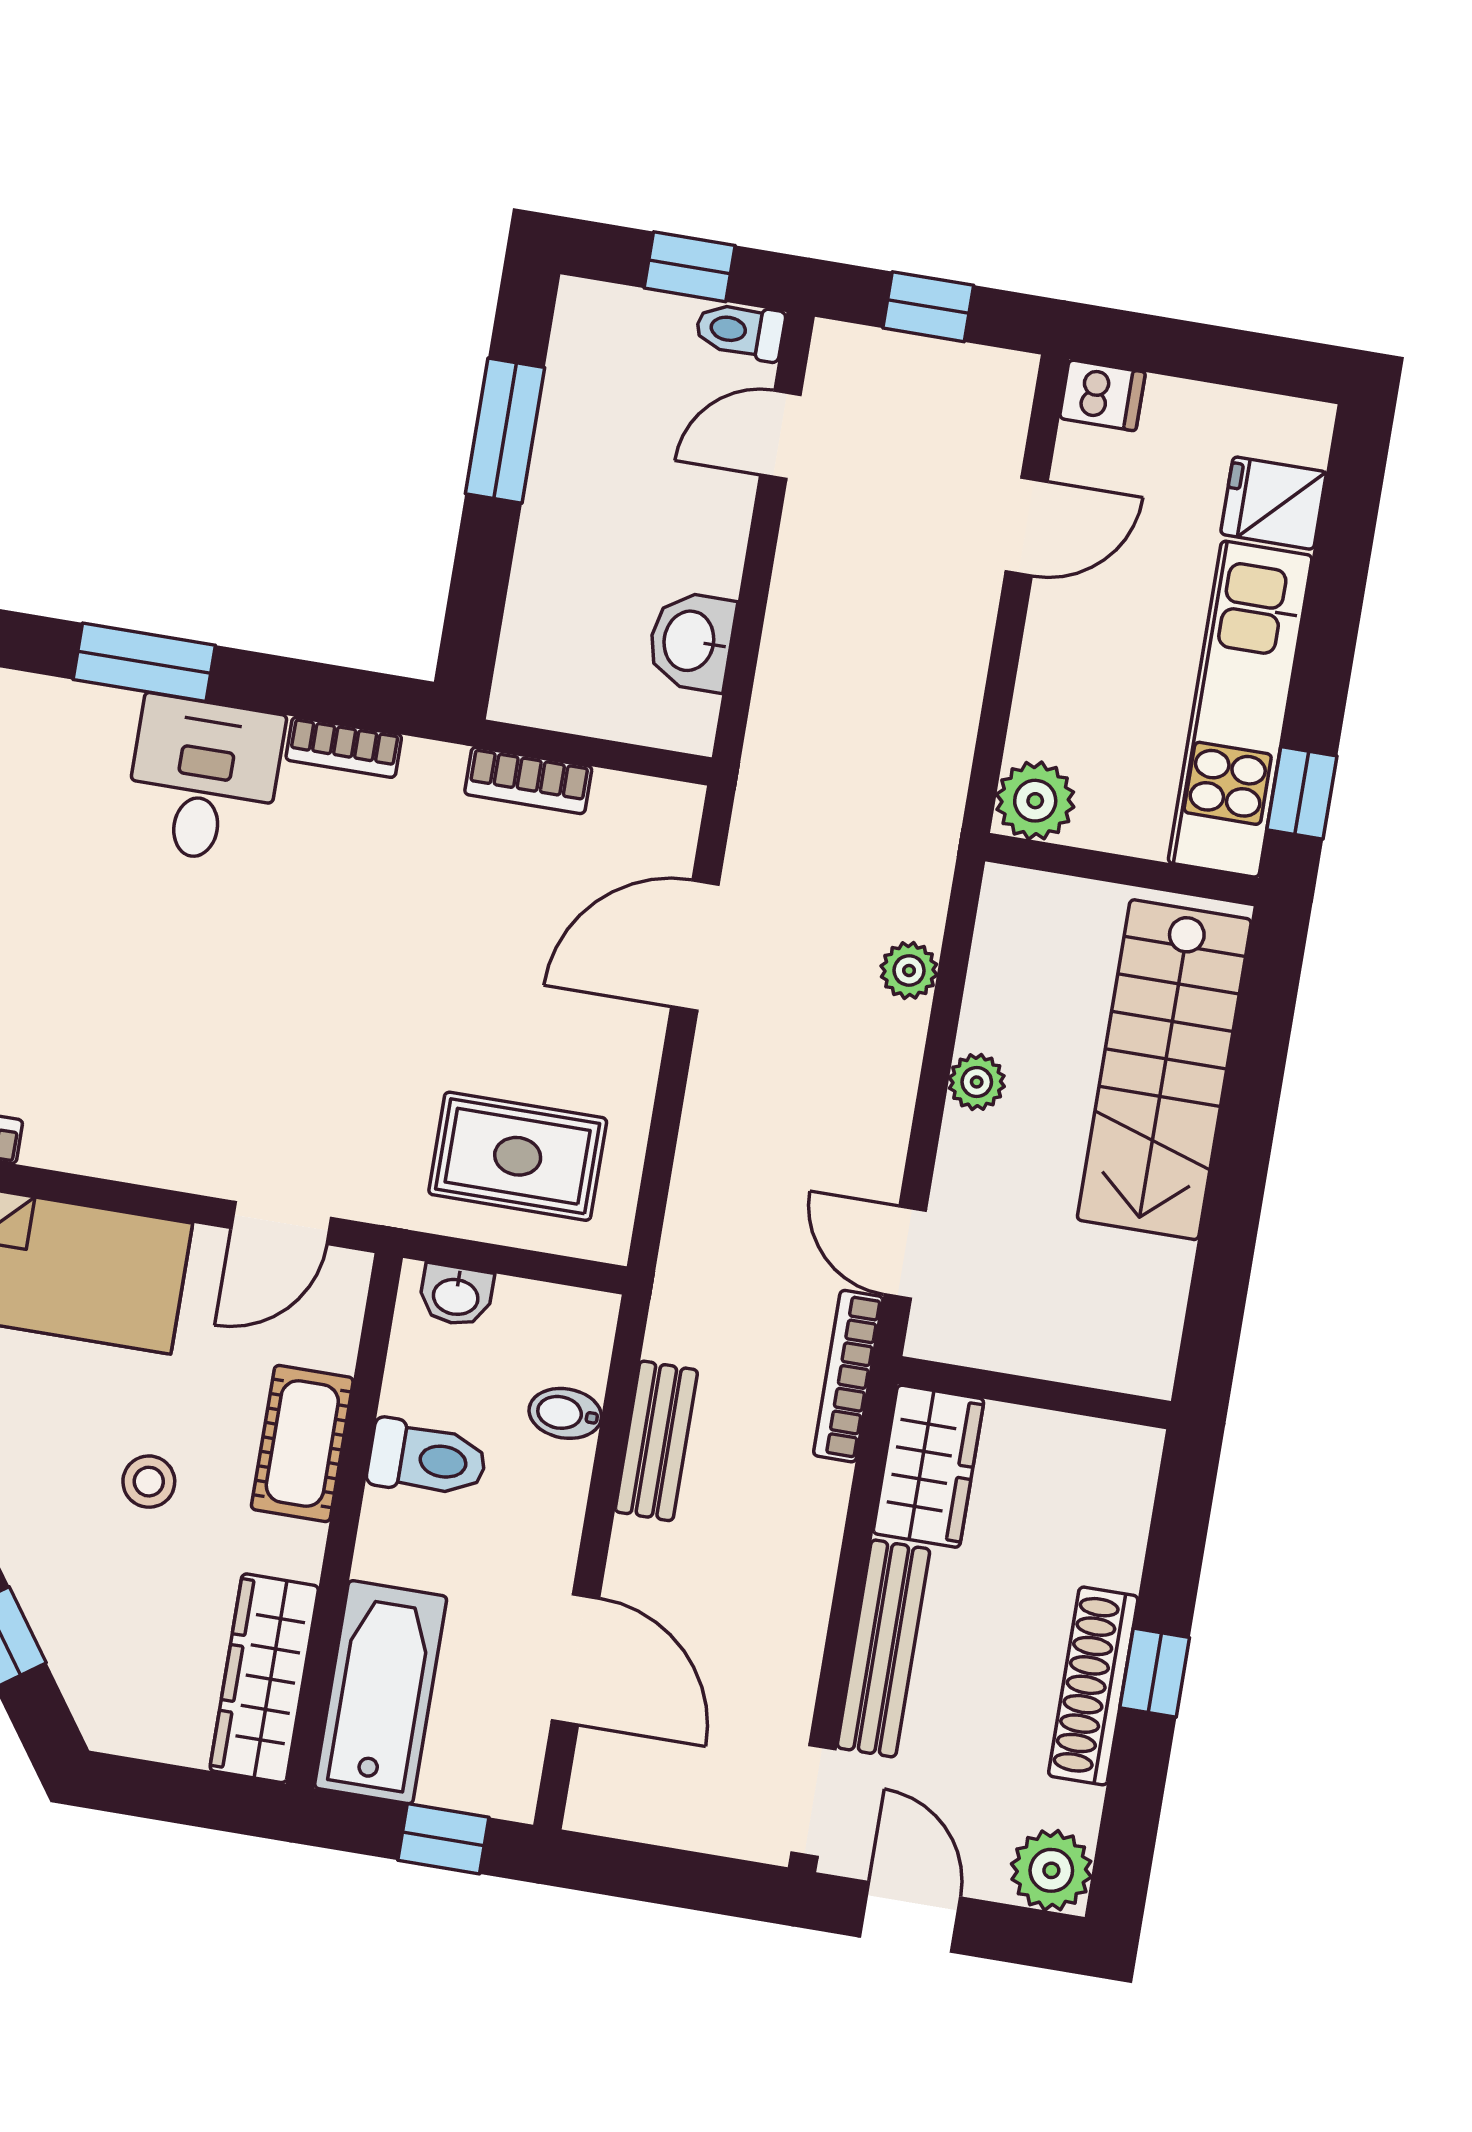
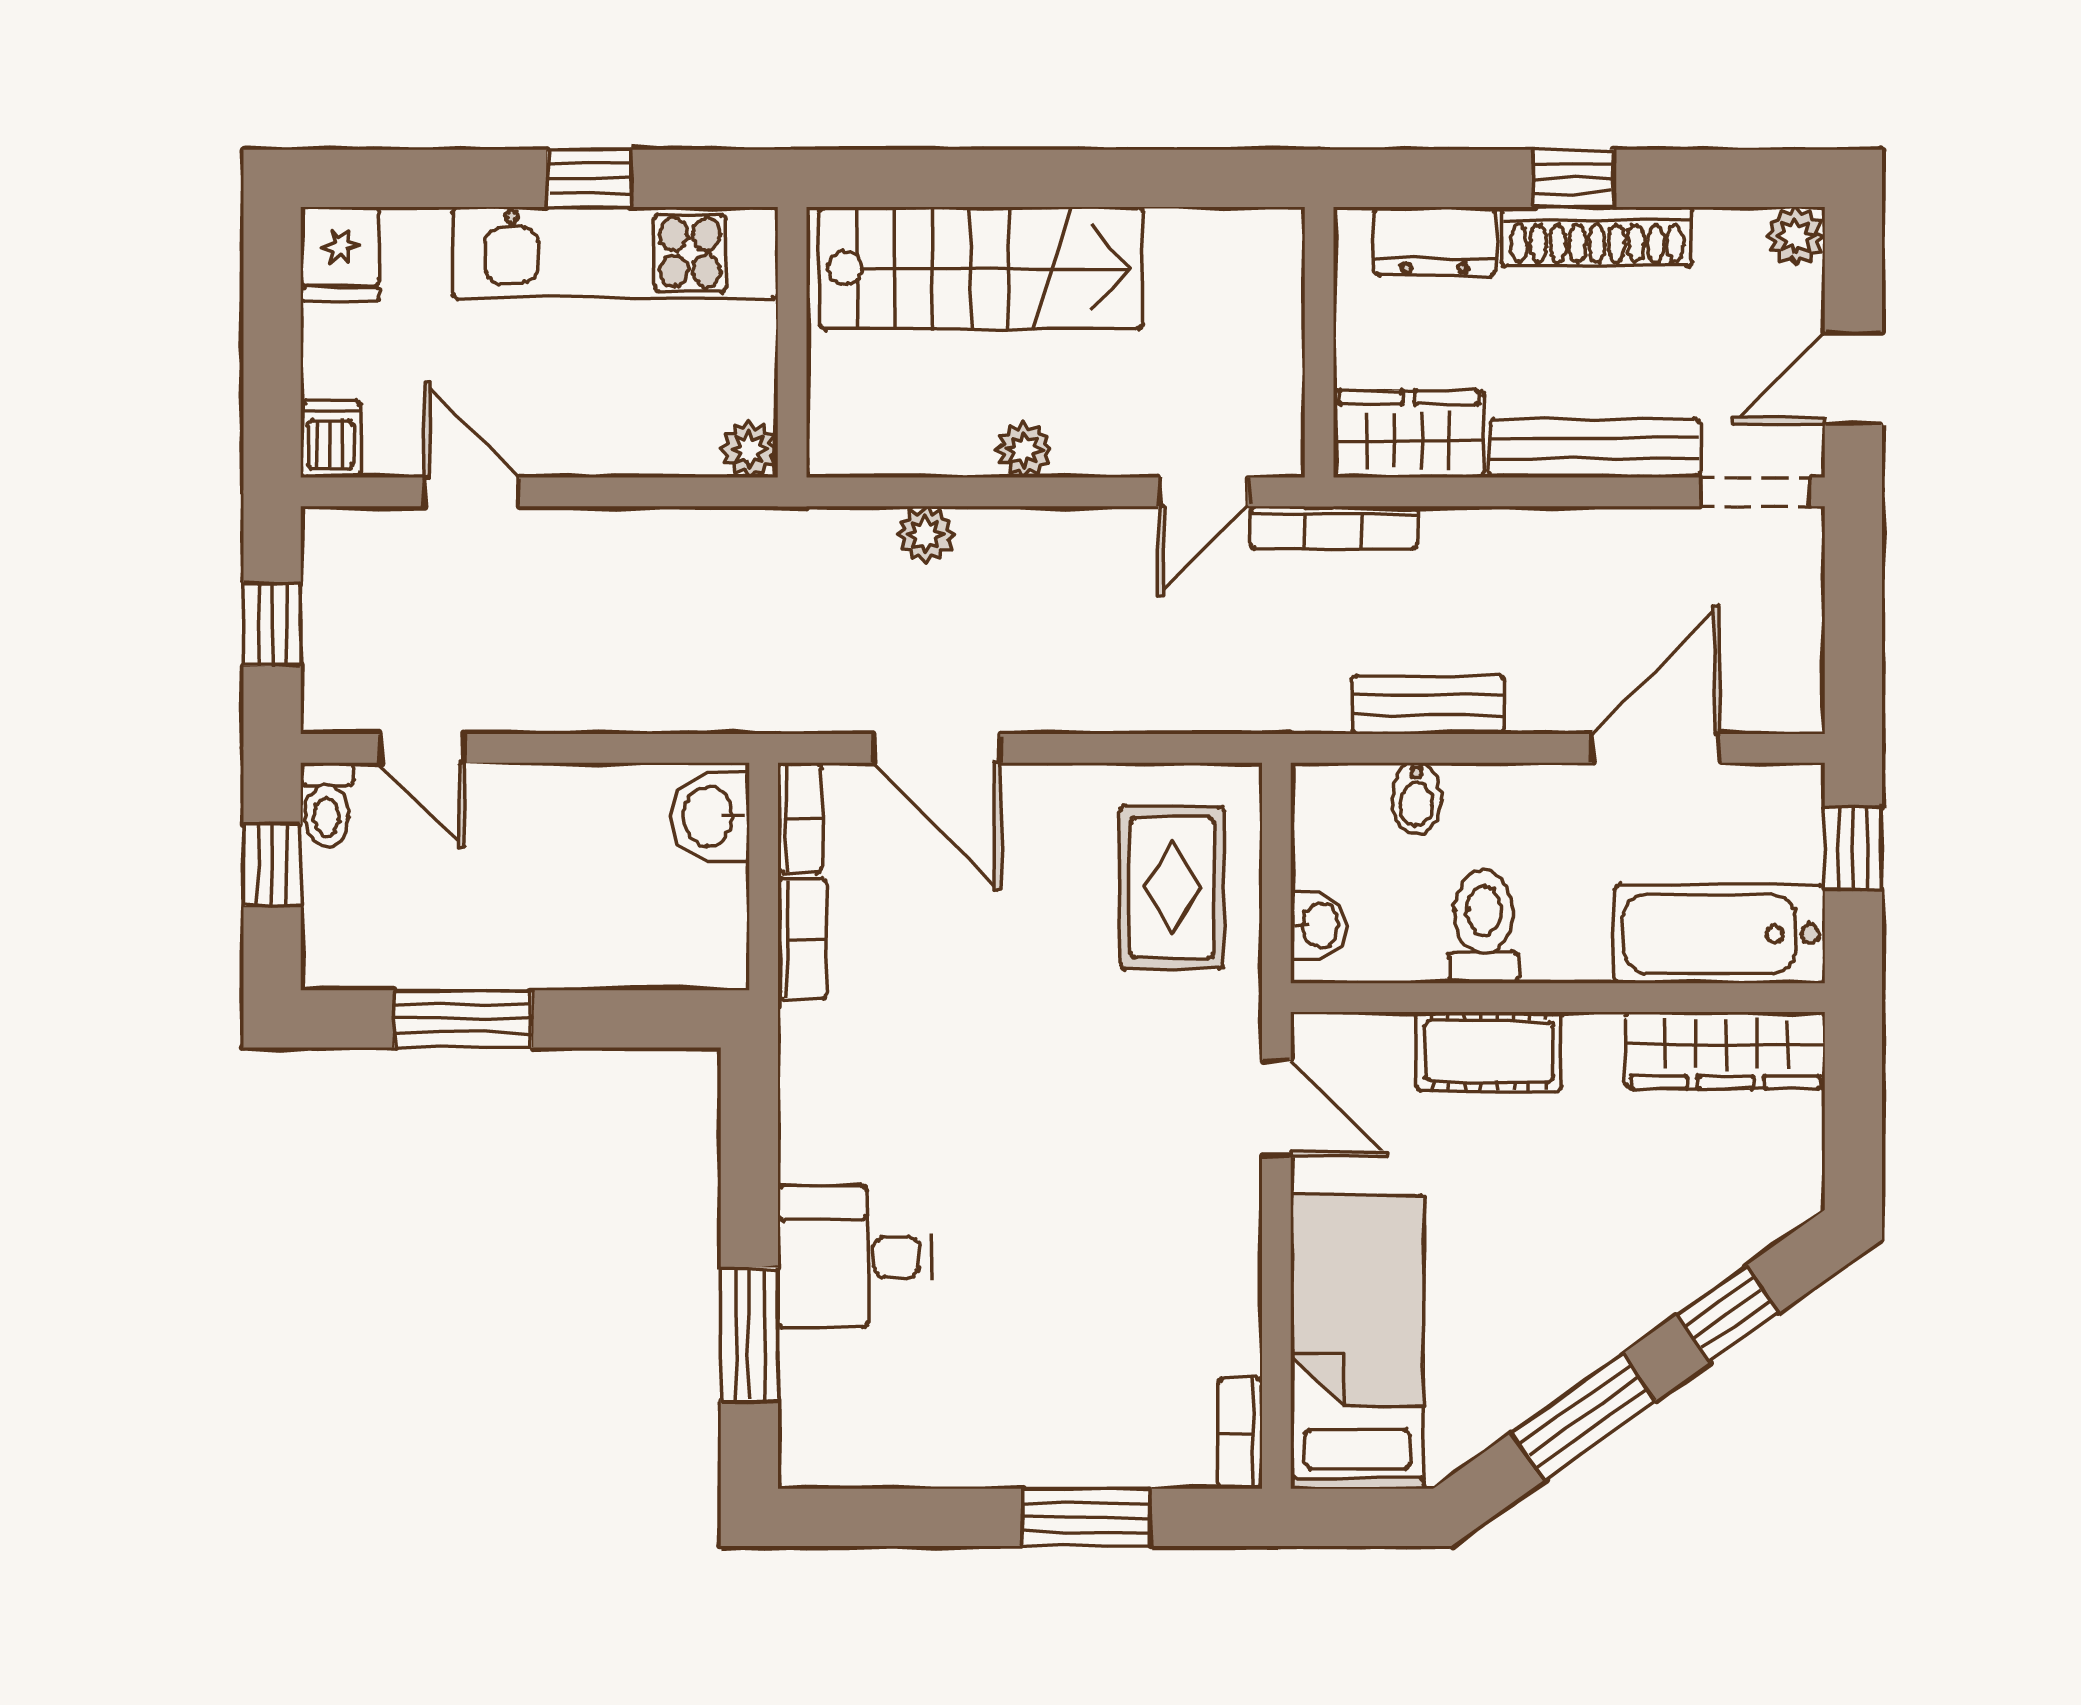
fridge: (1273, 503) -> (340, 254), moved
washbasin: (691, 641) -> (710, 816), moved, turned 90
bookcase: (344, 747) -> (800, 818), moved
window: (1302, 793) -> (589, 178), moved
plant: (1035, 801) -> (749, 449), width x0.73, depth x0.73
stool: (149, 1482) -> (1552, 1196), removed
dresser: (1115, 1524) -> (1435, 241), added
plant: (1051, 1870) -> (1795, 236), width x0.73, depth x0.73

